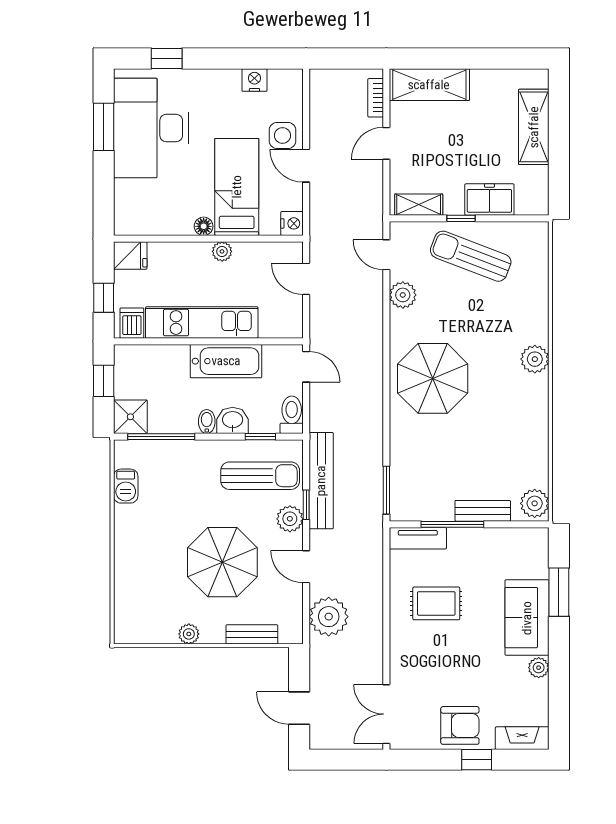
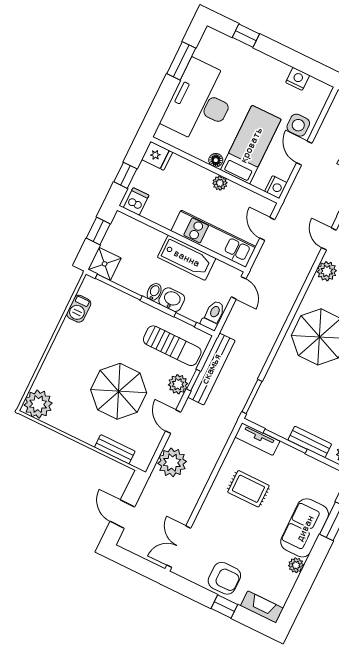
desk: (151, 128) -> (201, 102), moved
kitchen unit: (202, 323) -> (213, 239), moved
plant: (189, 634) -> (38, 404), moved, width x1.88, depth x1.88

